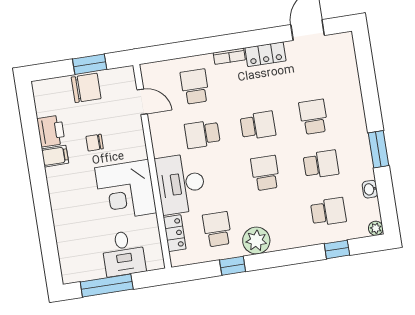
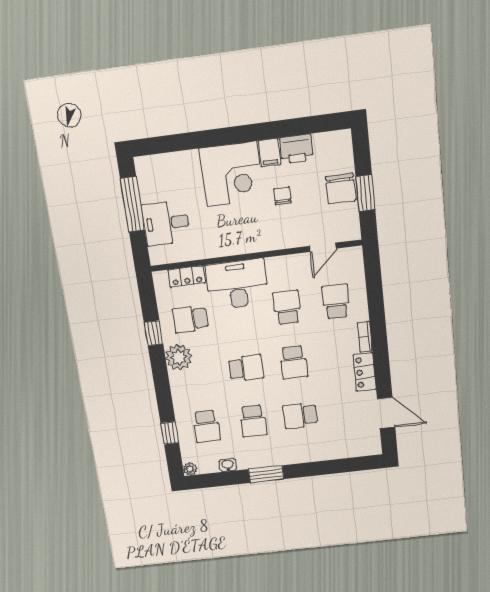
school desk: (195, 87) -> (336, 302), turned -90
school desk: (313, 117) -> (300, 416), turned 180
corner desk: (126, 190) -> (232, 174), moved, turned 180
school desk: (217, 229) -> (190, 319), turned 180

